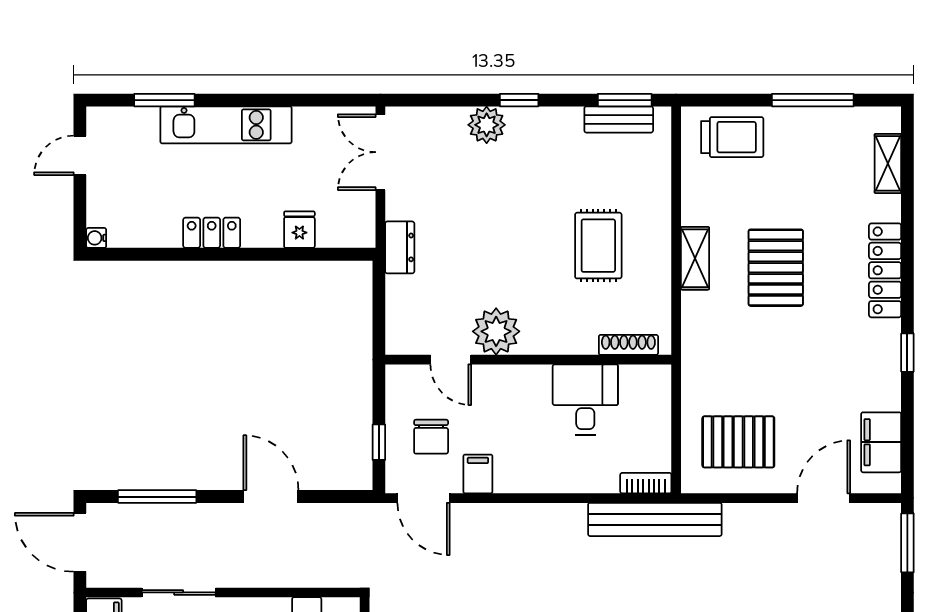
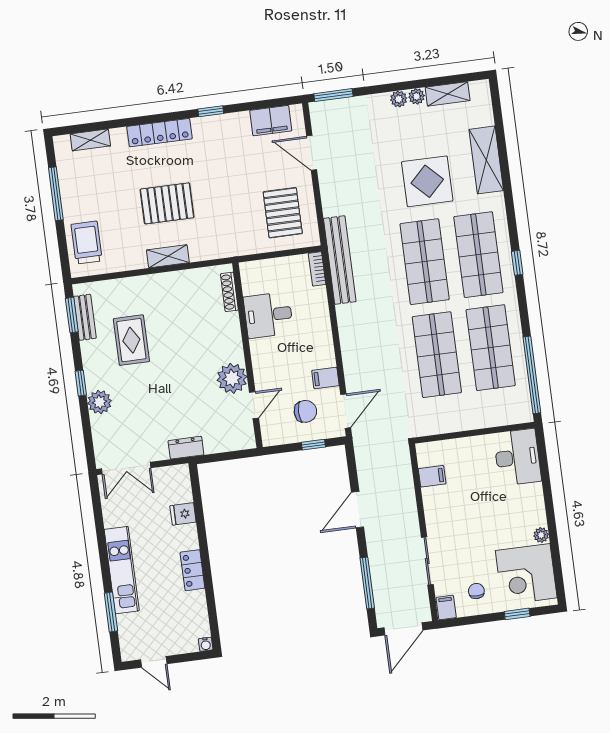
rug: (598, 246) -> (131, 340), moved, turned 90

